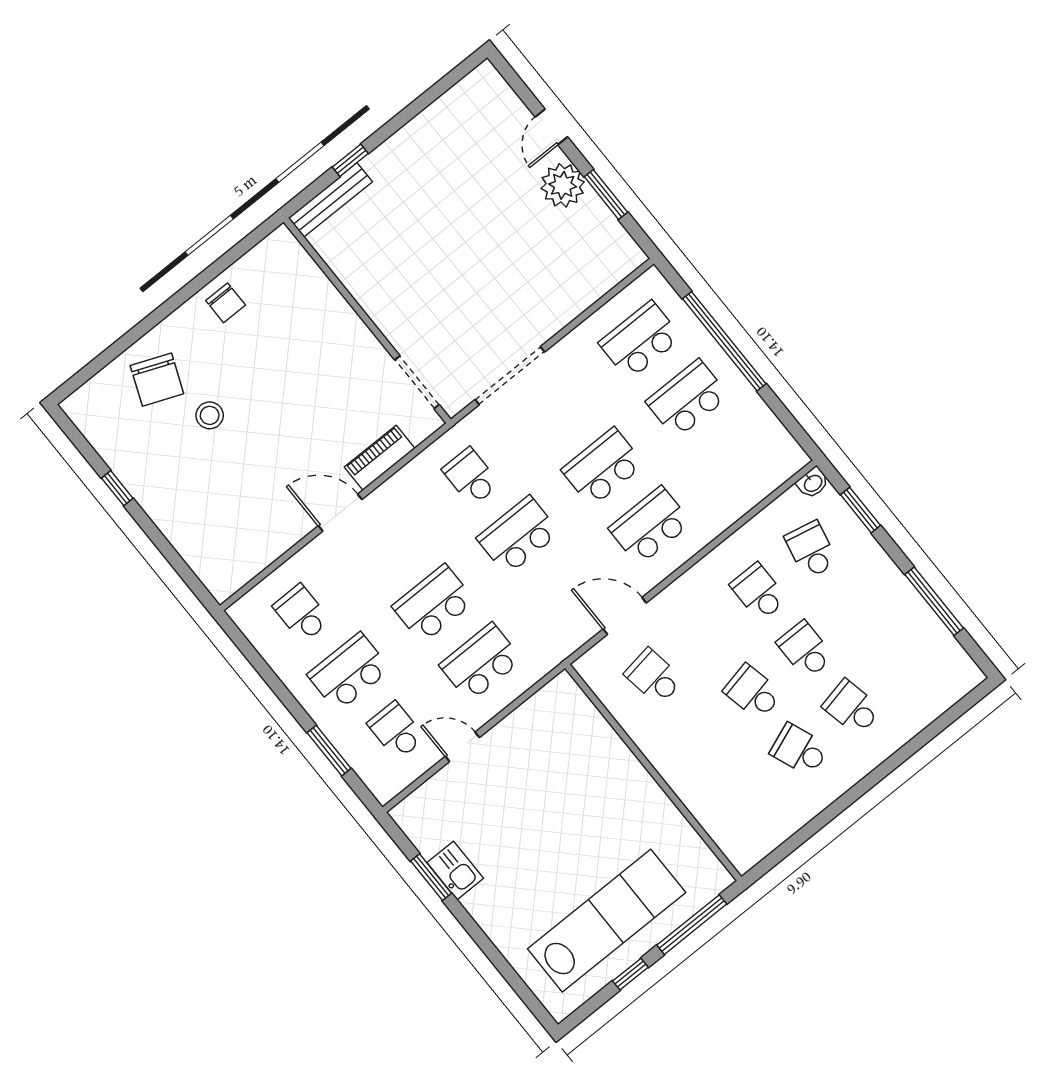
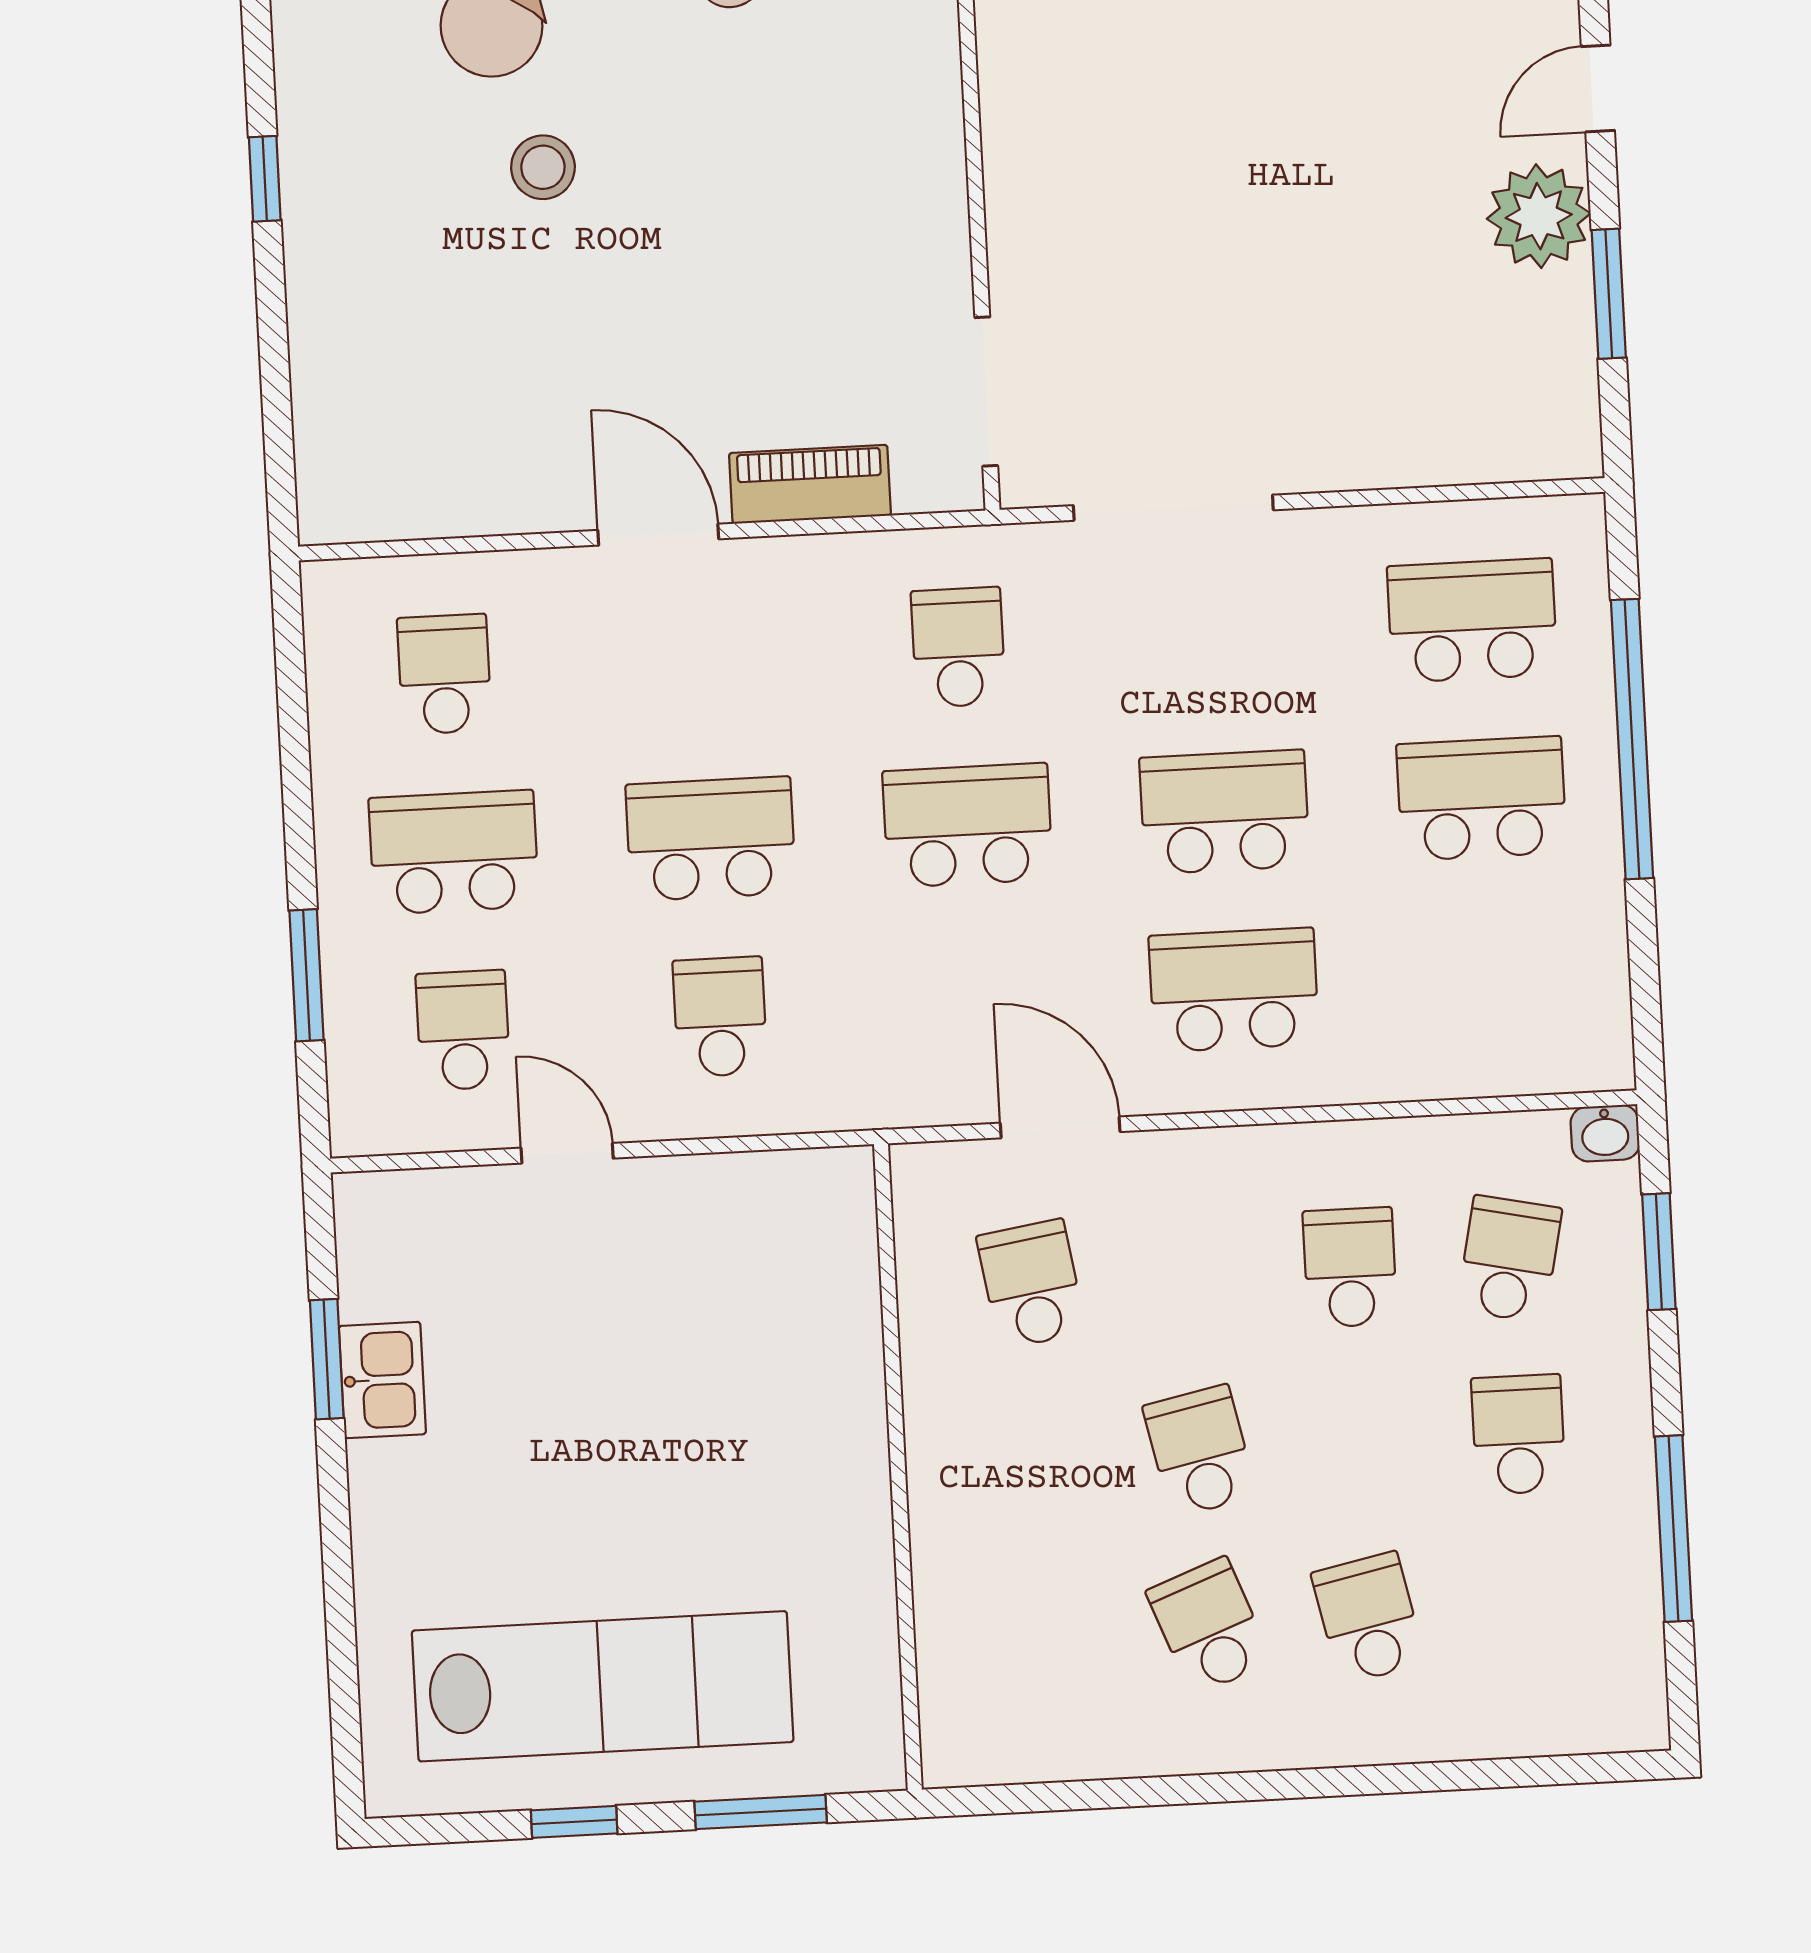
school desk: (805, 650) -> (1518, 1434), moved
school desk: (481, 662) -> (720, 1017), width x0.54
window: (692, 925) -> (761, 1812), width x0.69

